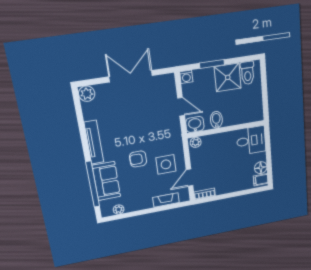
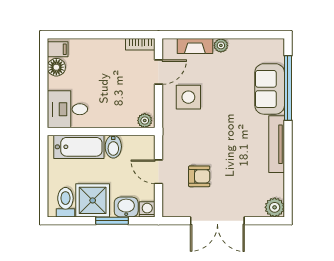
bathtub: (241, 115) -> (79, 147), added
washbasin: (195, 124) -> (126, 207), moved, turned 180
armchair: (138, 159) -> (199, 176), moved
plant: (119, 210) -> (221, 45), moved

